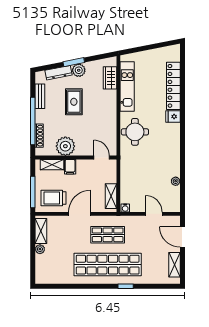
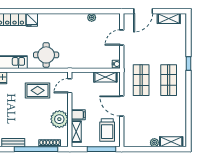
rug: (74, 102) -> (38, 90), moved
shelving: (41, 231) -> (171, 142), moved
shop shelf: (108, 265) -> (169, 80), width x0.50, depth x0.74

